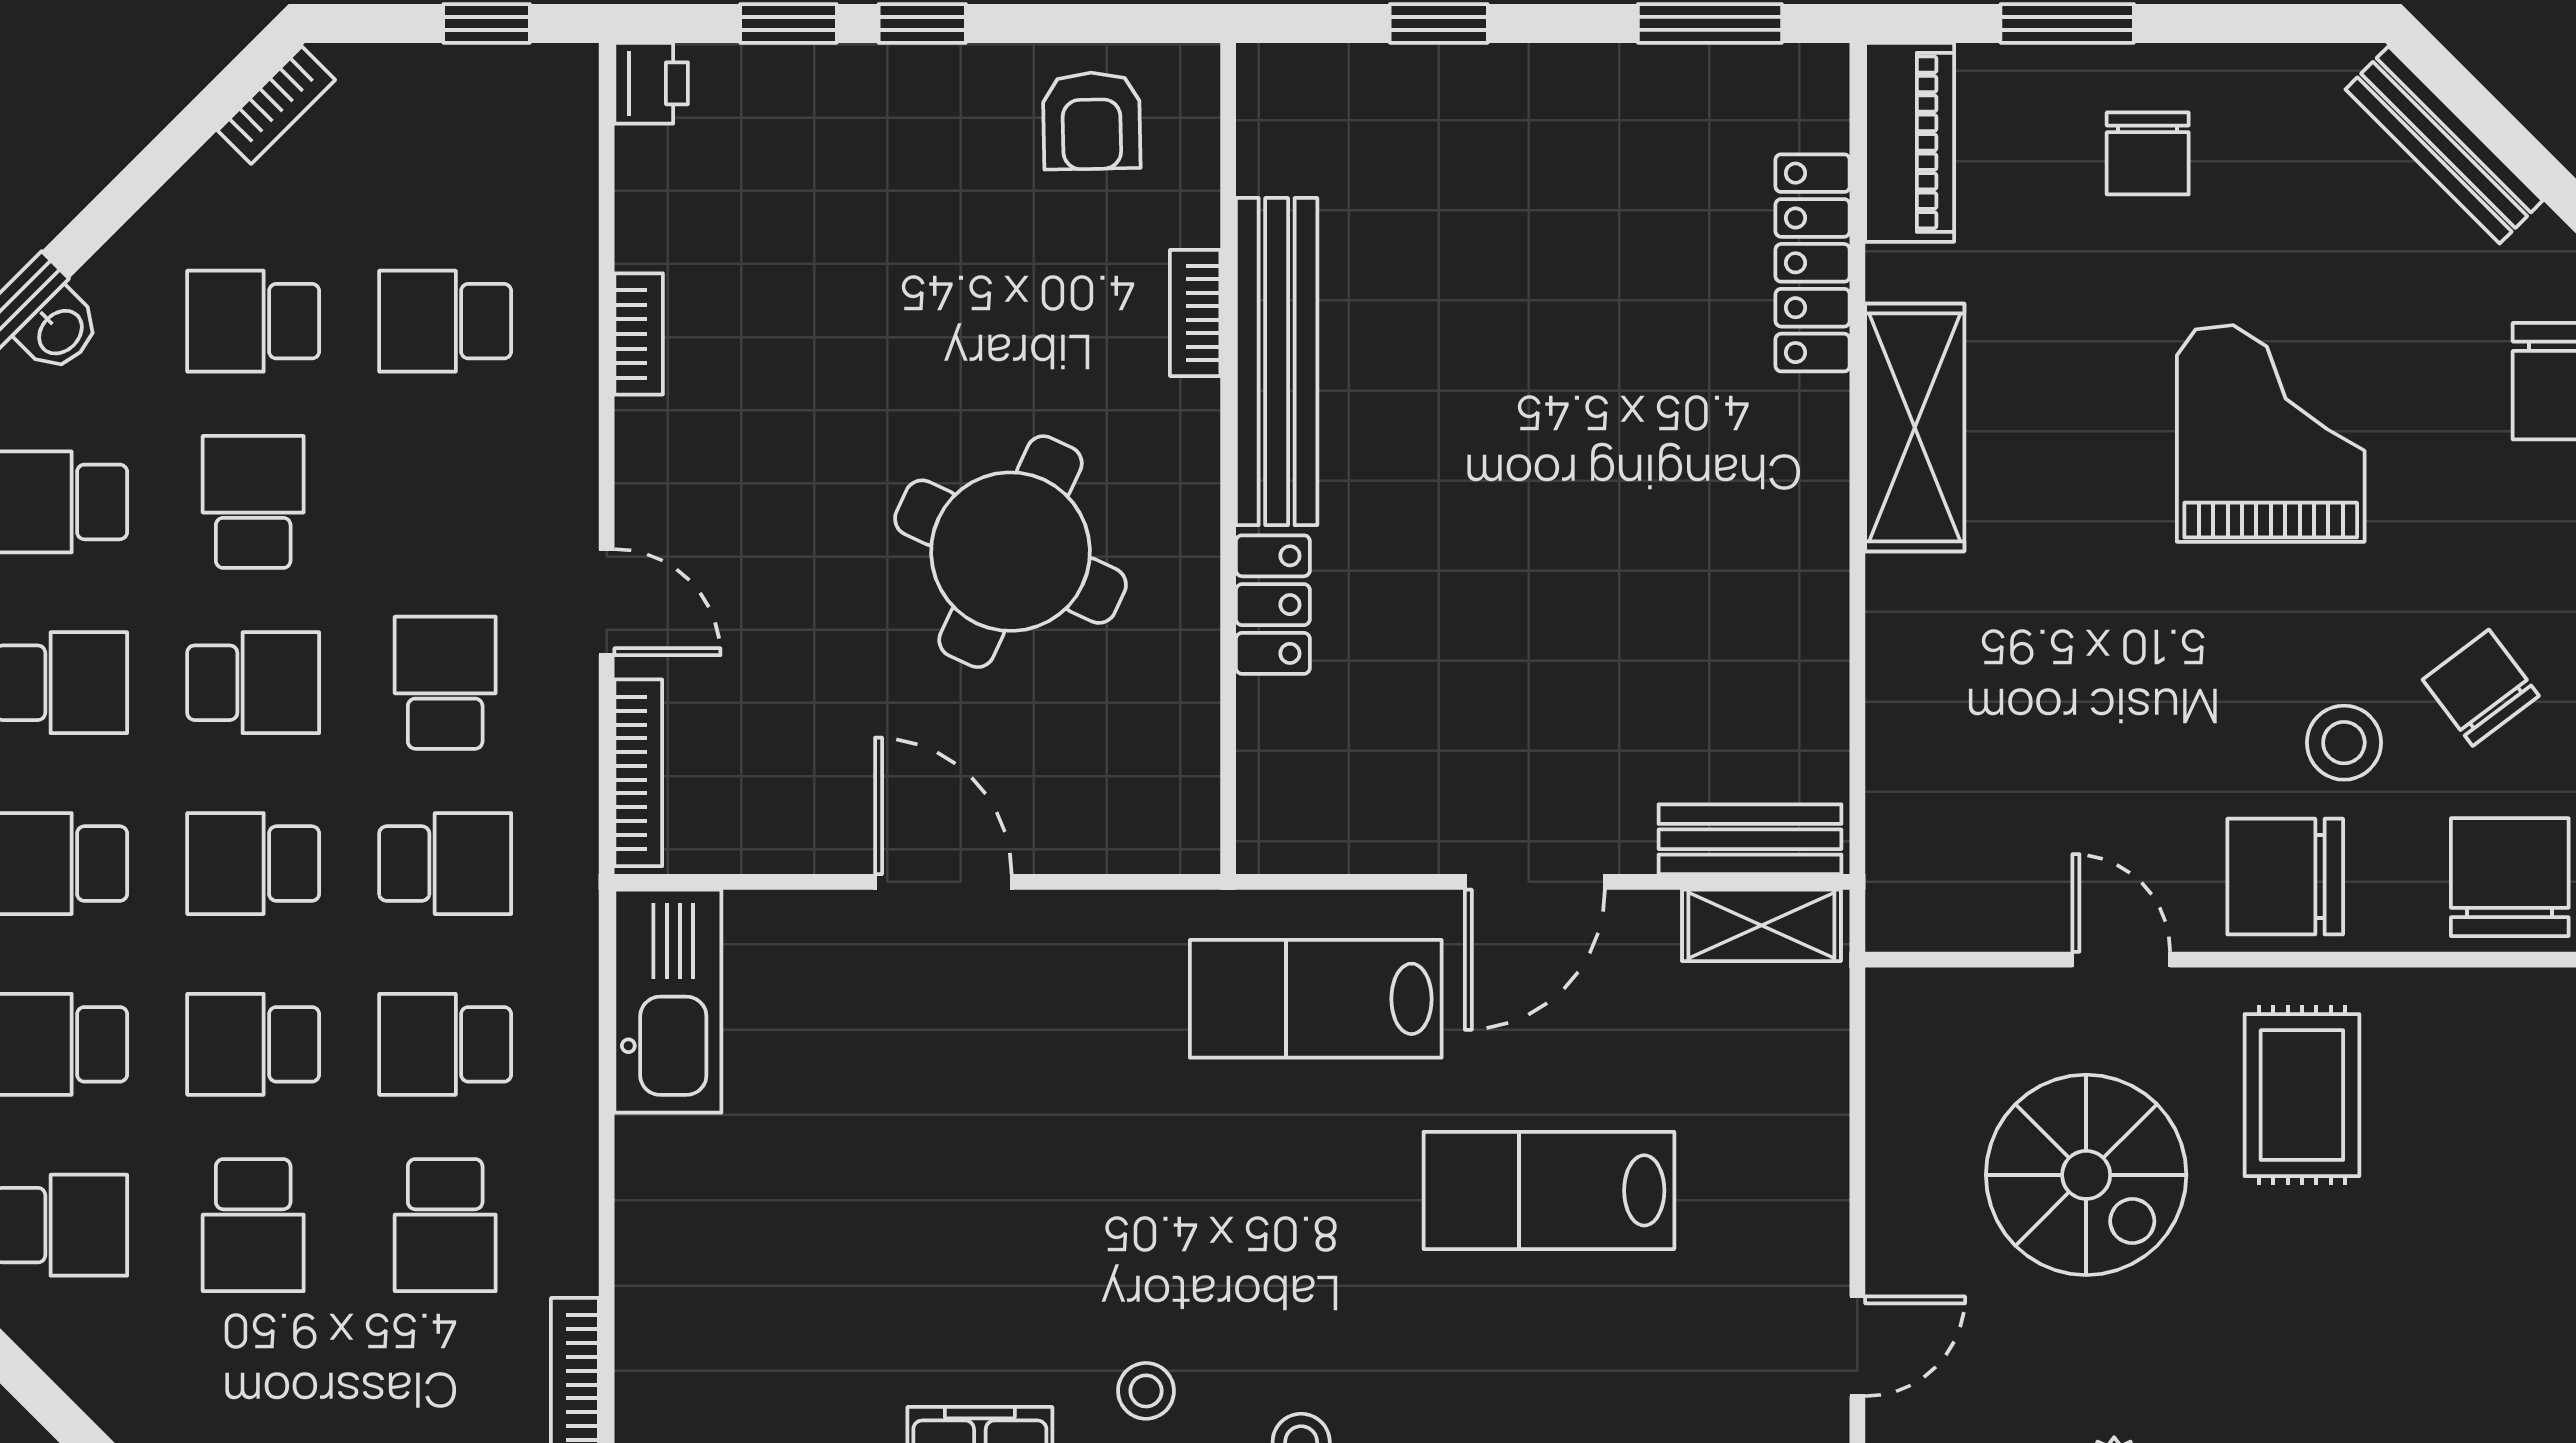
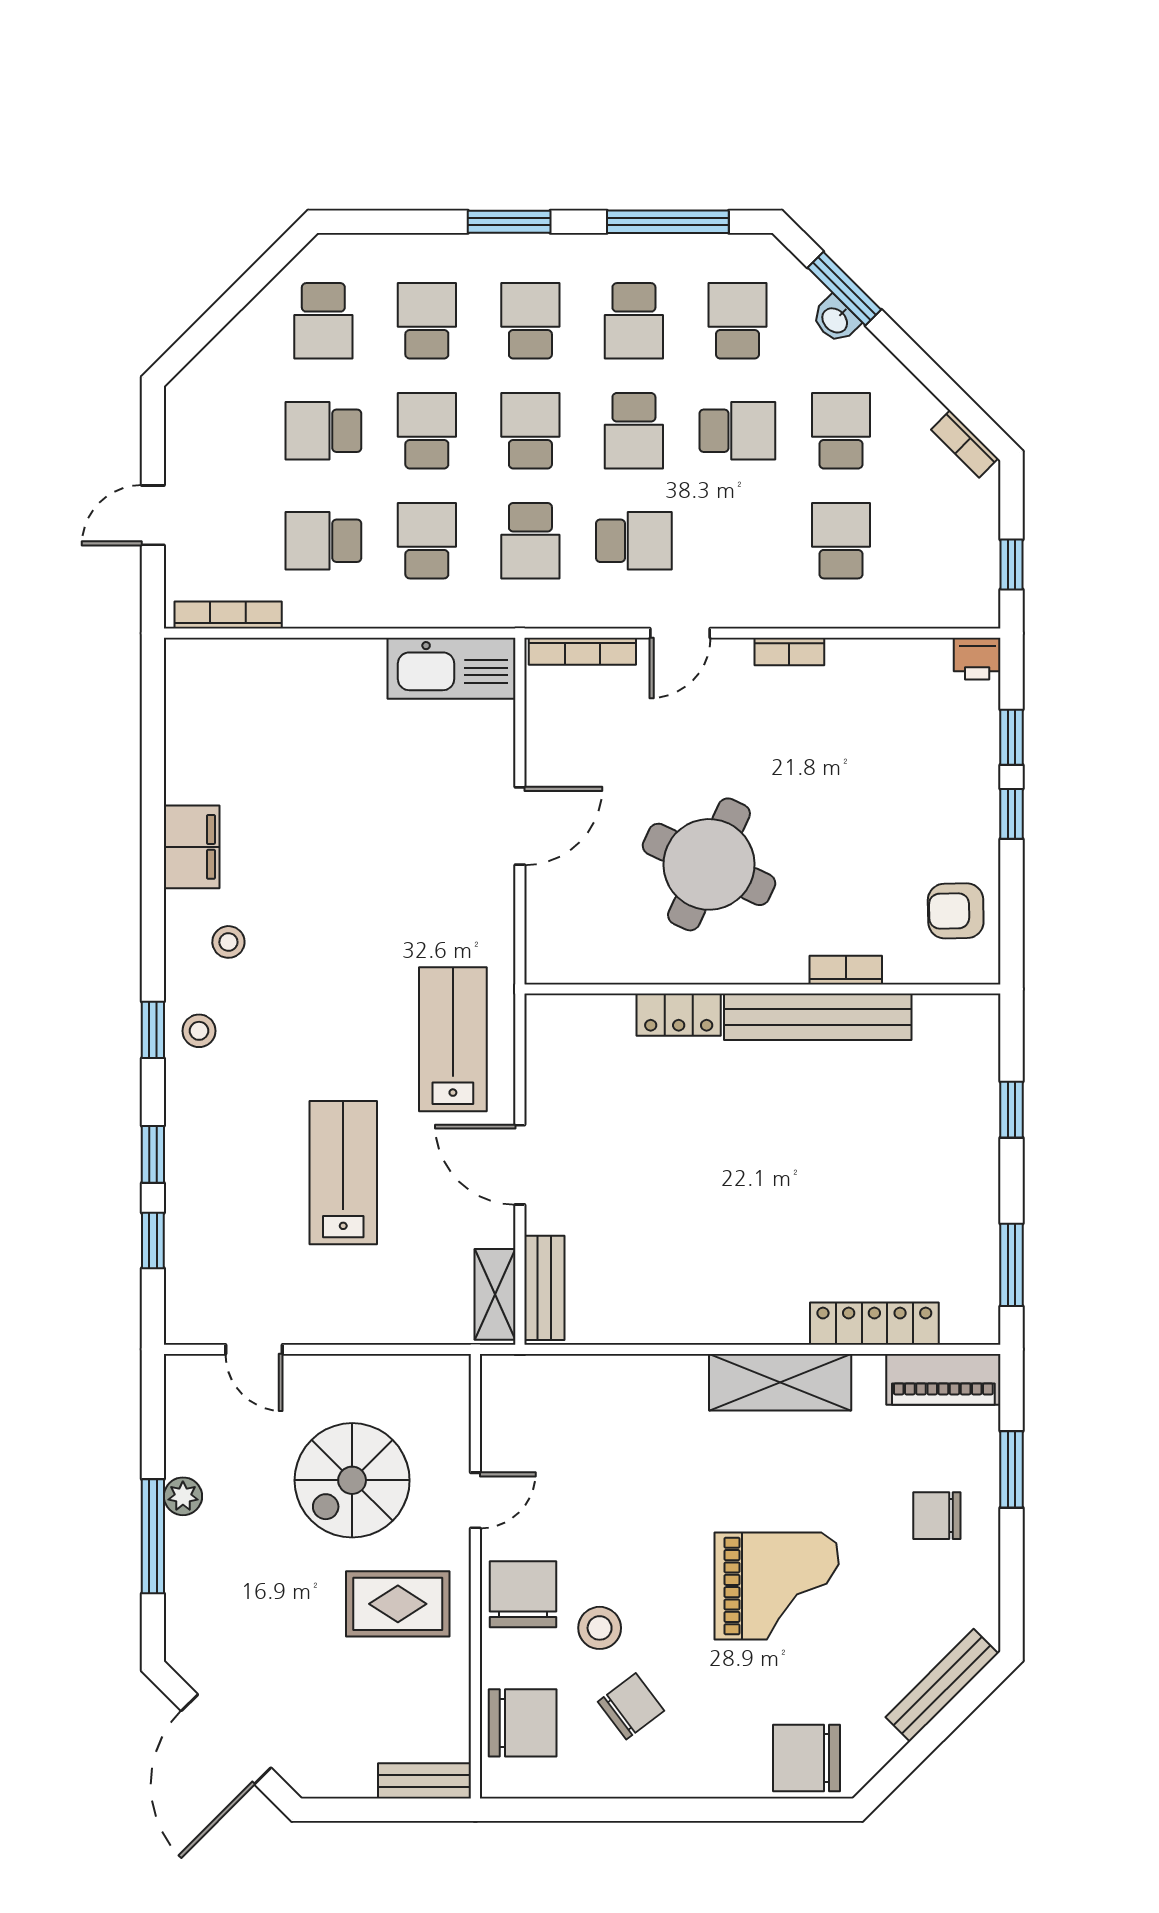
bookcase: (639, 334) -> (789, 651), moved

